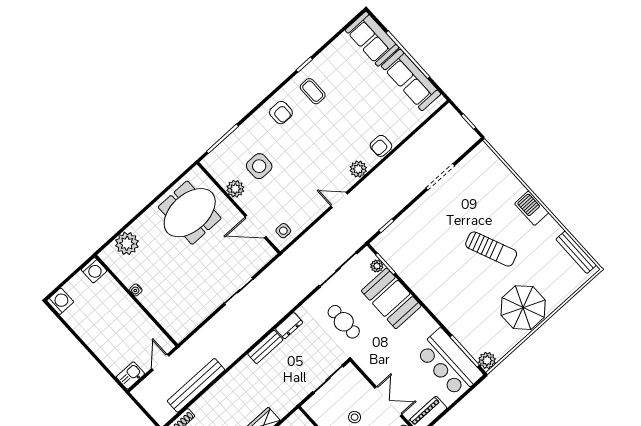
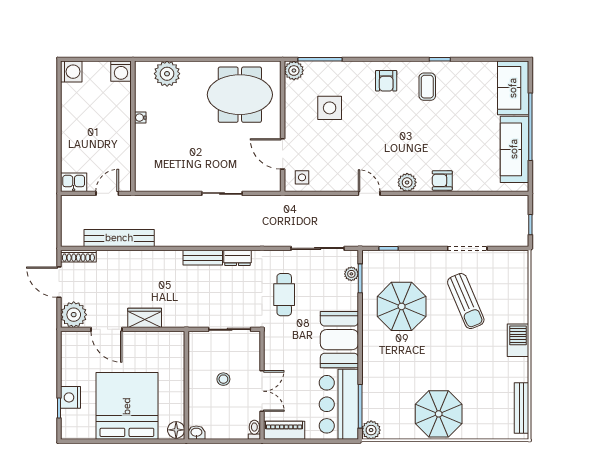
plant: (235, 189) -> (294, 71), moved
sun lounger: (491, 249) -> (466, 301), moved
parasol: (431, 257) -> (402, 306), added
booth: (391, 298) -> (339, 340), moved

